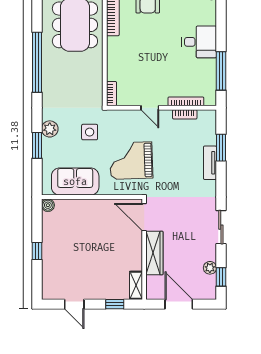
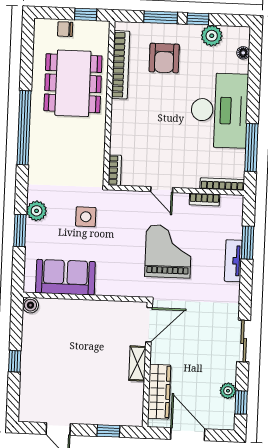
desk: (199, 42) -> (219, 110), width x1.87, depth x1.30
bookcase: (186, 101) -> (222, 184), moved
grand piano: (131, 161) -> (168, 251), moved, turned 92
door: (144, 217) -> (149, 325), swing flipped
wardrobe: (154, 253) -> (159, 392), moved
shelving: (136, 285) -> (137, 363), moved

